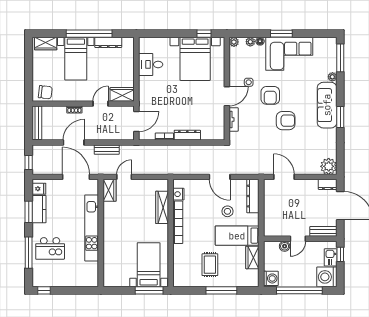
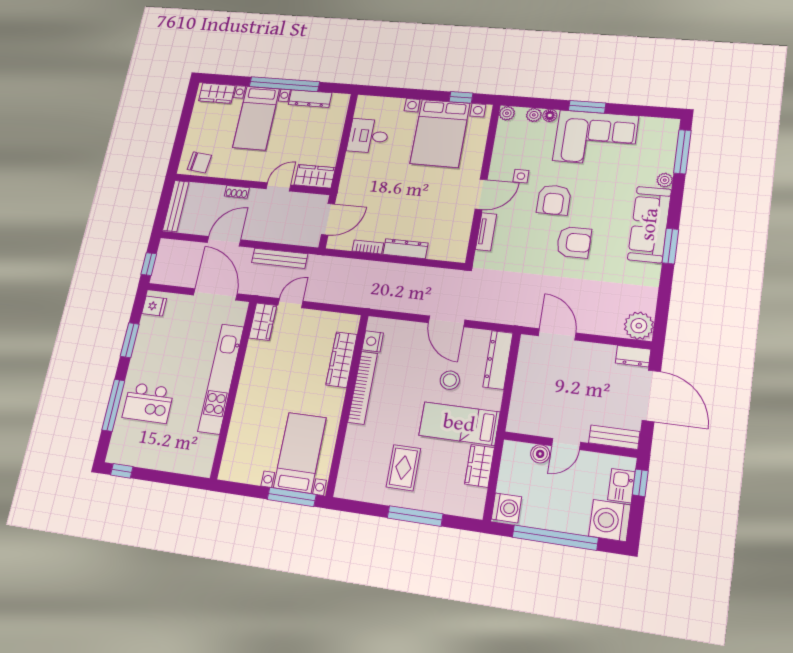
bench: (107, 150) -> (280, 258), width x1.36
kitchen counter: (39, 209) -> (146, 338), removed

